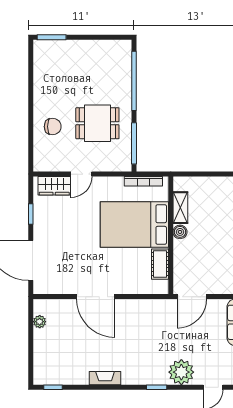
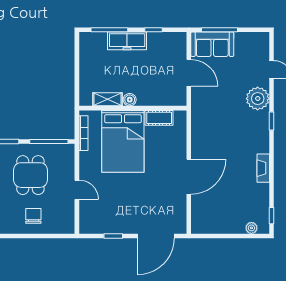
wardrobe: (54, 186) -> (88, 215), removed
door: (192, 297) -> (189, 73), moved
plant: (40, 322) -> (251, 228), moved

